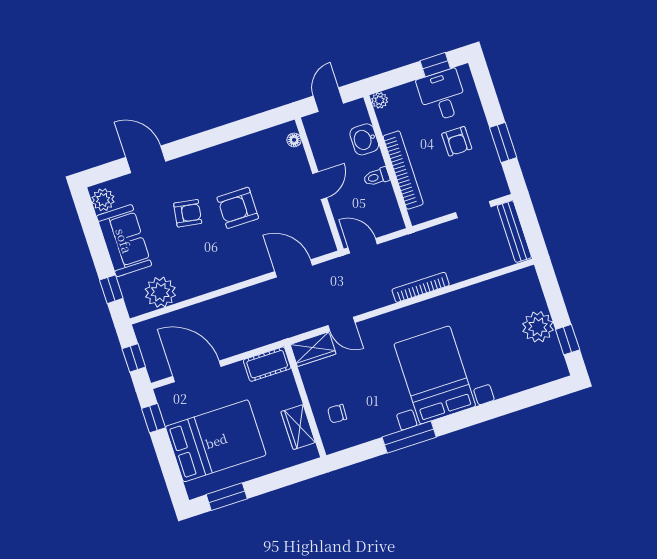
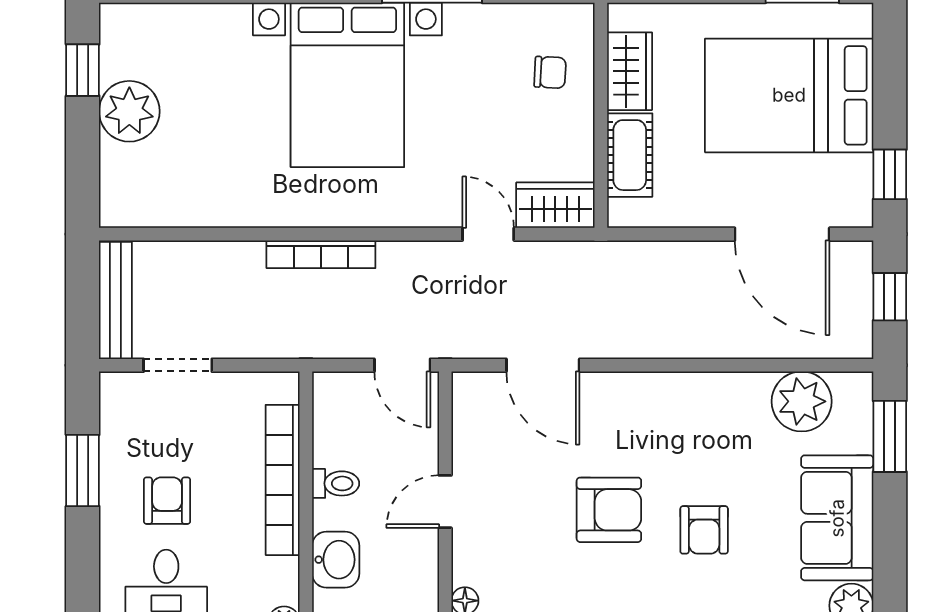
armchair: (188, 213) -> (704, 530), turned -99
window: (111, 289) -> (890, 436), width x1.50
cot: (267, 364) -> (630, 155), moved, turned 90

